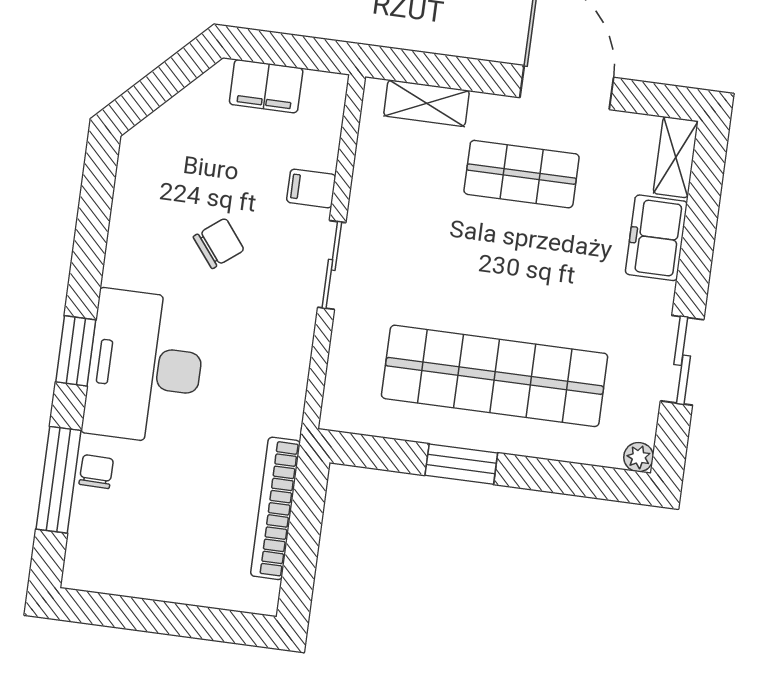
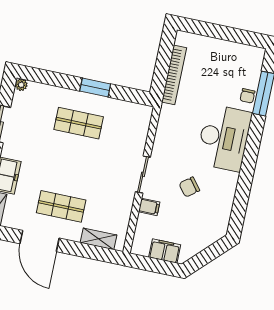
window: (76, 351) -> (252, 147), removed
shop shelf: (495, 376) -> (79, 123), width x0.50, depth x0.74

